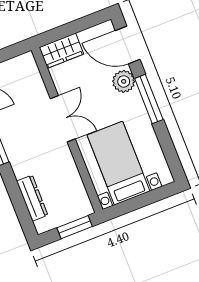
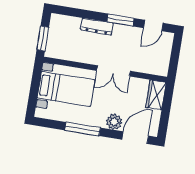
window: (149, 99) -> (83, 129), moved
dresser: (32, 198) -> (97, 26), moved

